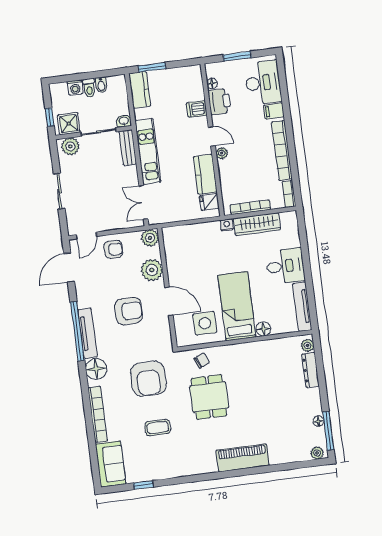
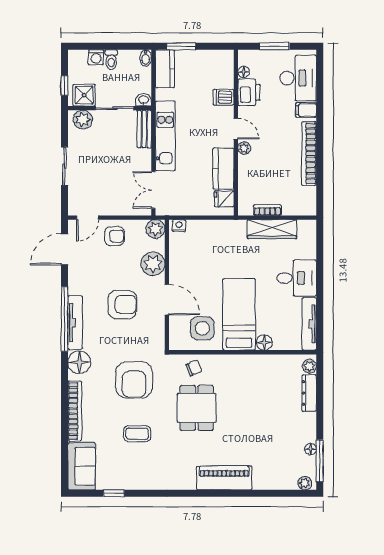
bidet: (101, 85) -> (146, 58), moved
bookcase: (289, 194) -> (311, 201), removed
bookcase: (250, 207) -> (267, 210), width x0.64
nightstand: (227, 225) -> (179, 226), moved

